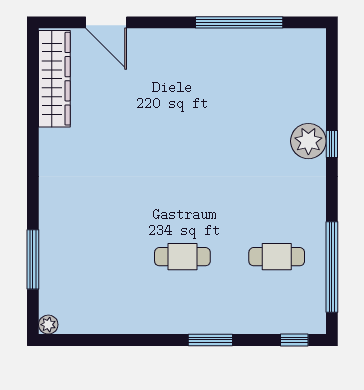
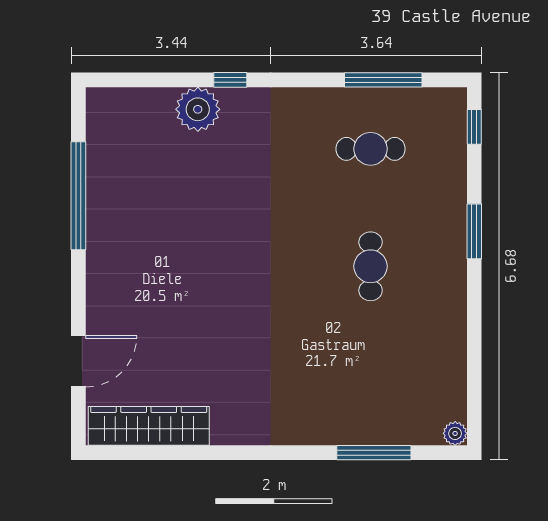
plant: (308, 141) -> (198, 109), moved
cafe table: (277, 257) -> (371, 149), turned 90
window: (332, 267) -> (383, 80), width x0.68

